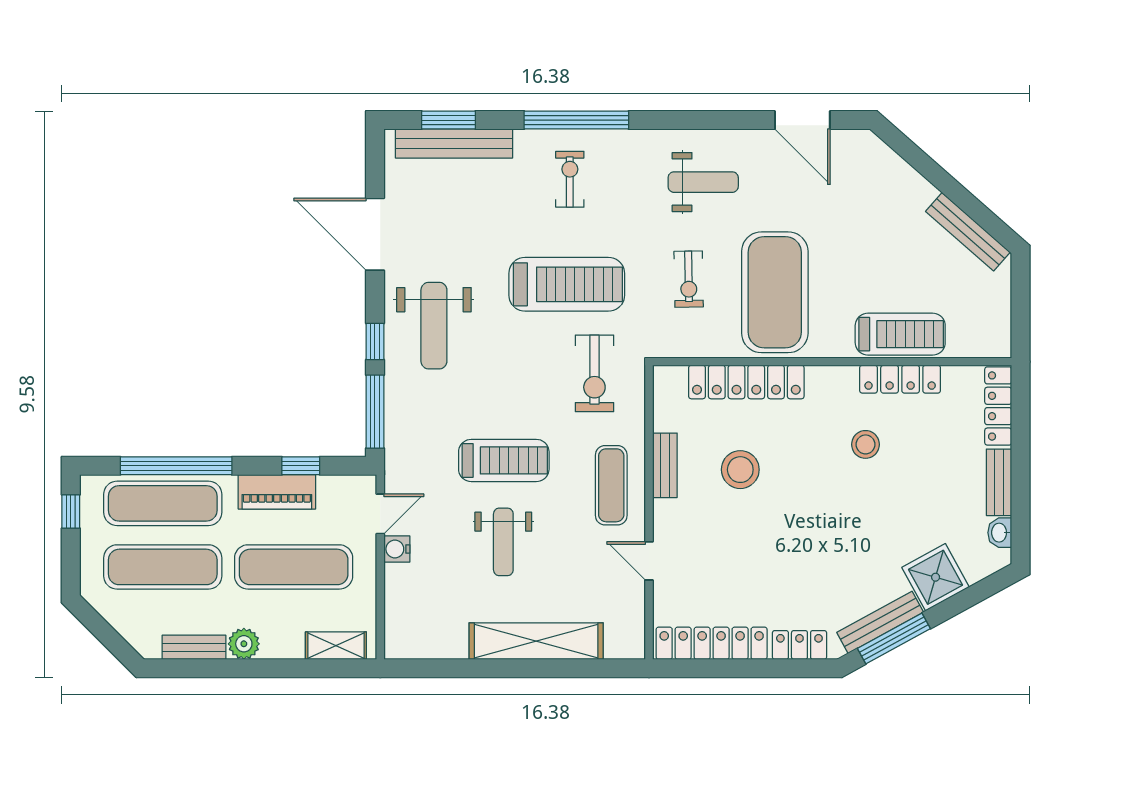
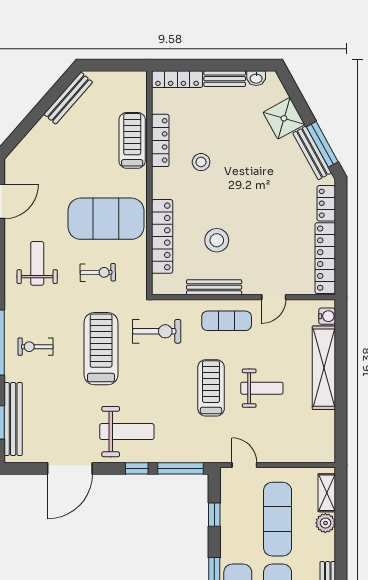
bench: (665, 465) -> (214, 287), width x1.36
piano: (277, 492) -> (231, 530), removed
water cooler: (397, 549) -> (327, 316), moved, turned -90
plant: (244, 644) -> (325, 523), moved

